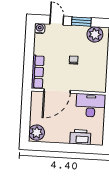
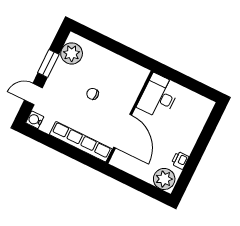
row of seats: (38, 72) -> (81, 142), width x1.36
printer: (80, 137) -> (180, 160), moved, width x0.53, depth x0.68

